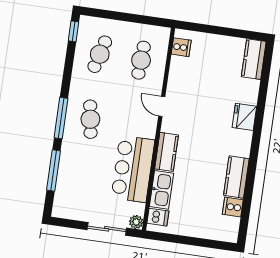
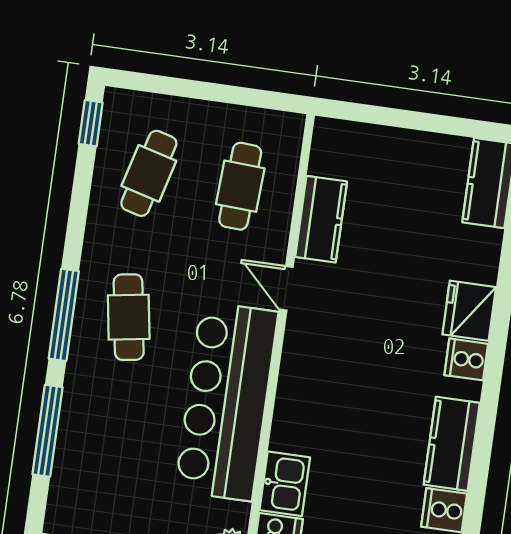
cooker: (181, 47) -> (466, 359), moved, turned 180
kitchen counter: (167, 152) -> (321, 219), moved
bar counter: (133, 169) -> (227, 401), width x1.36
kitchen sink: (162, 190) -> (285, 484), width x0.73

